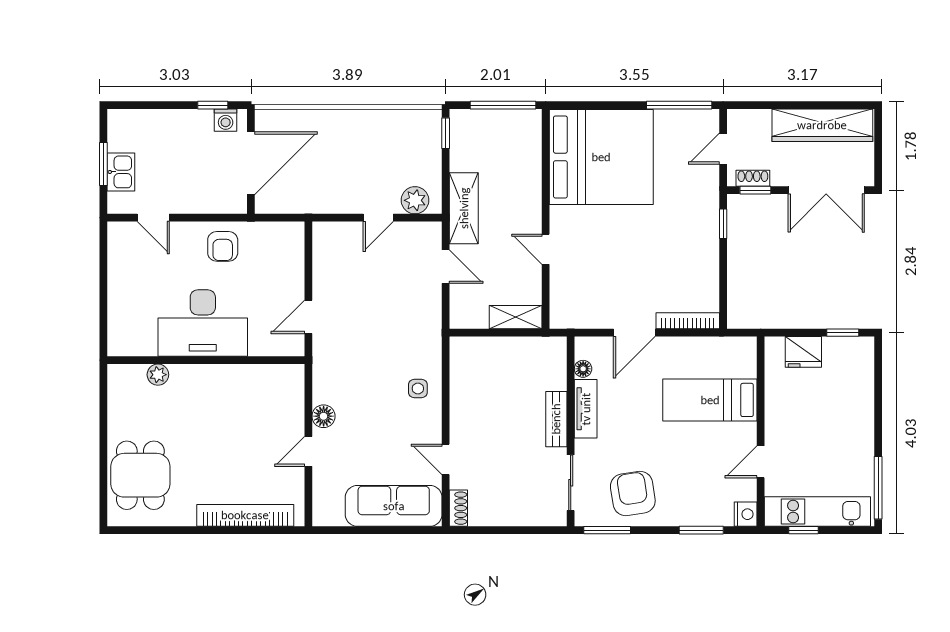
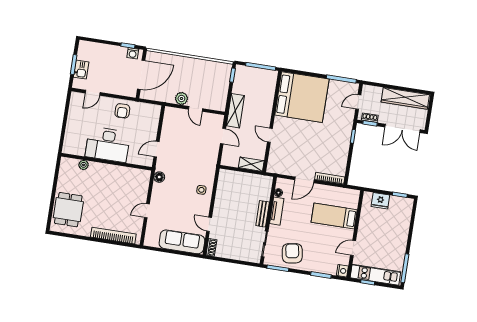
plant: (415, 200) -> (181, 98), moved
door: (153, 218) -> (93, 93), hinge flipped
door: (378, 218) -> (196, 109), hinge flipped
floor lamp: (324, 416) -> (159, 177), moved

